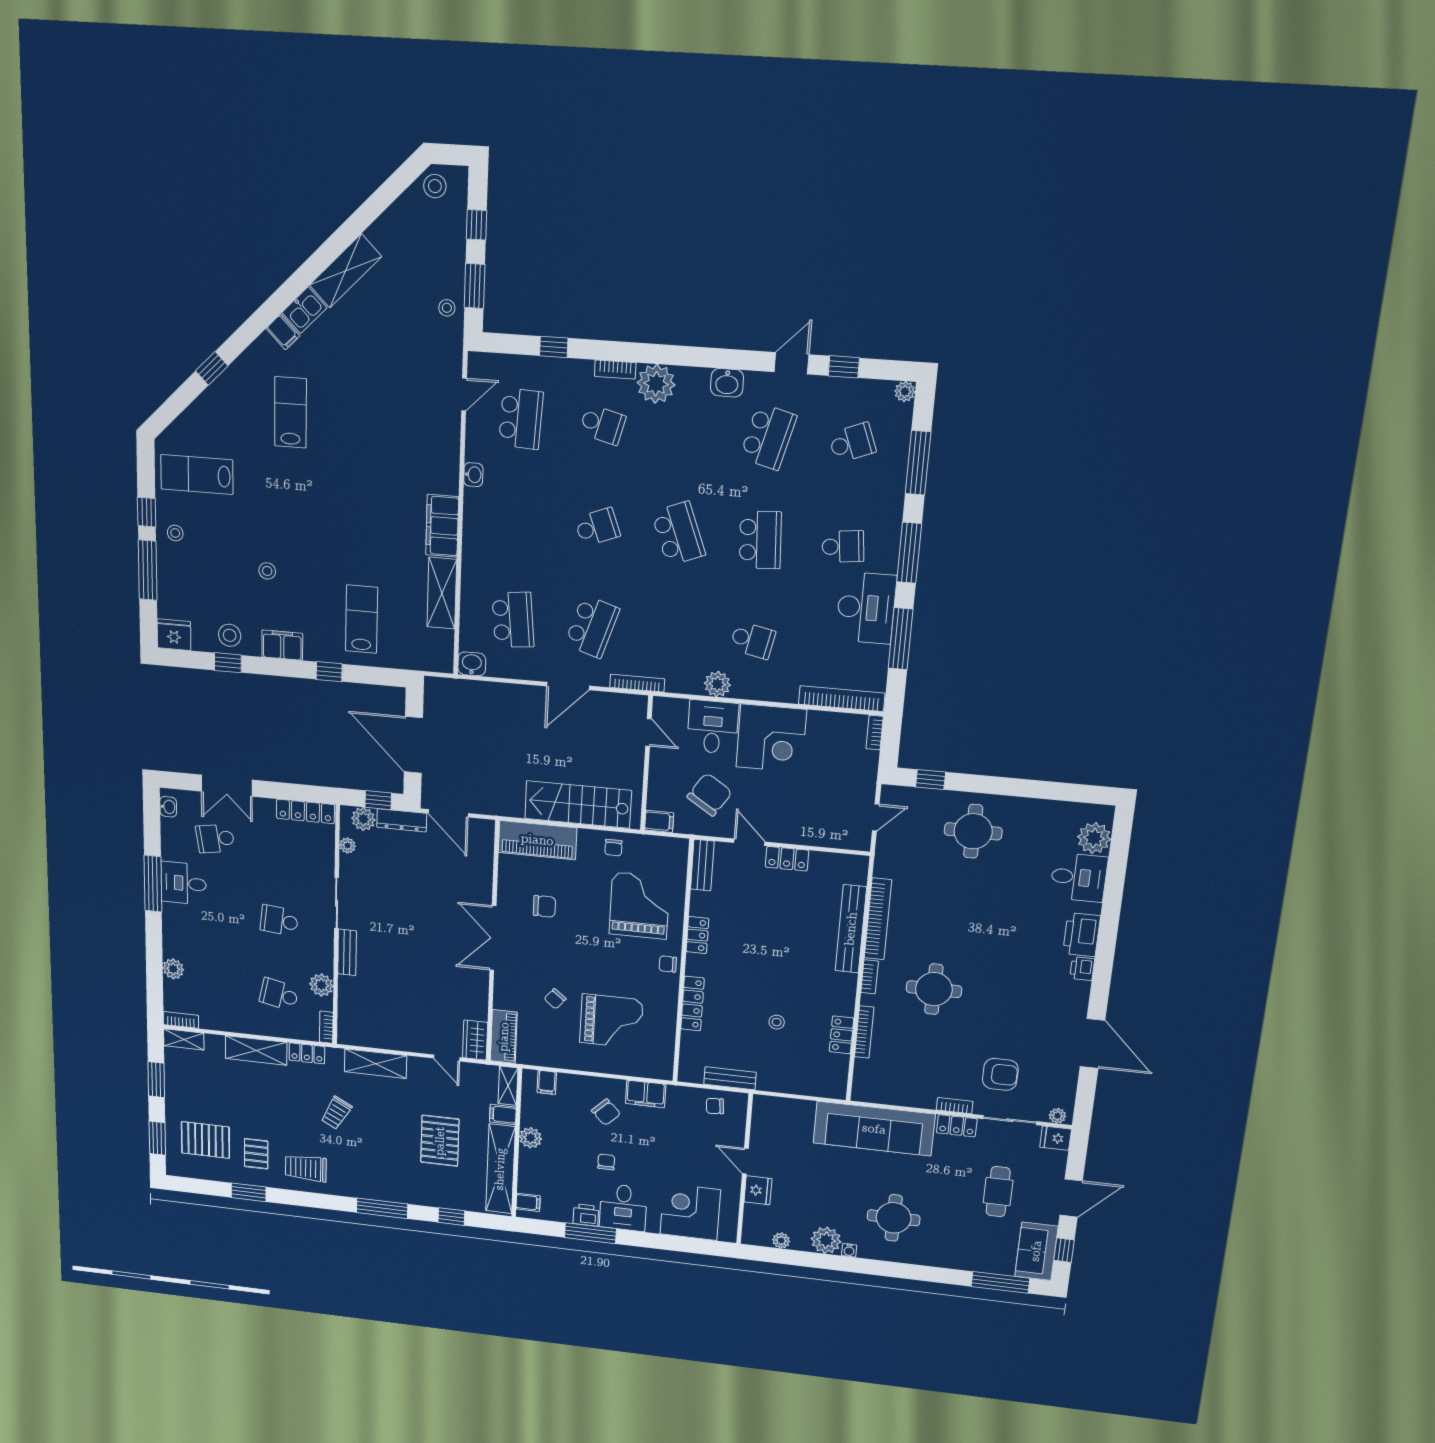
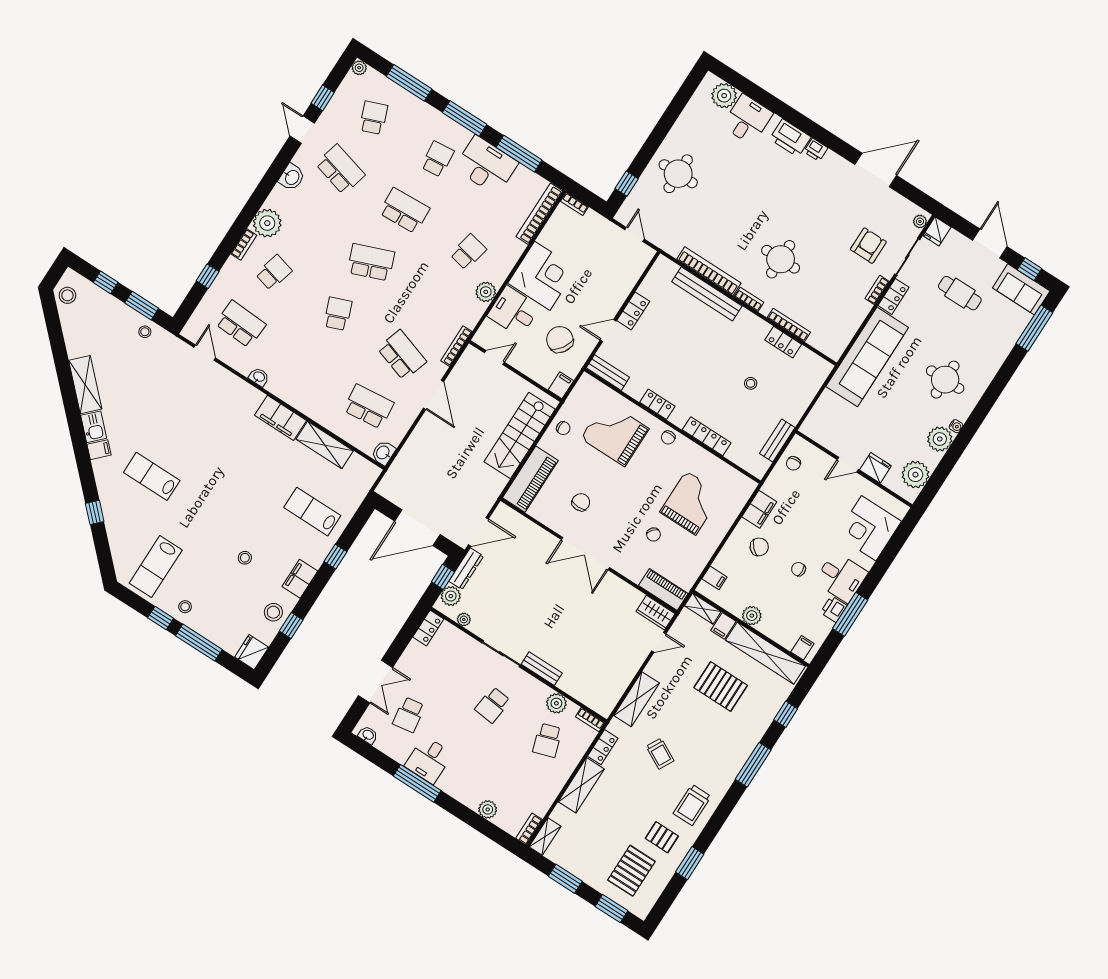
locker: (305, 811) -> (428, 628), width x0.66
school desk: (279, 994) -> (547, 740), turned -30
plant: (781, 1241) -> (915, 475), width x1.87, depth x1.87

